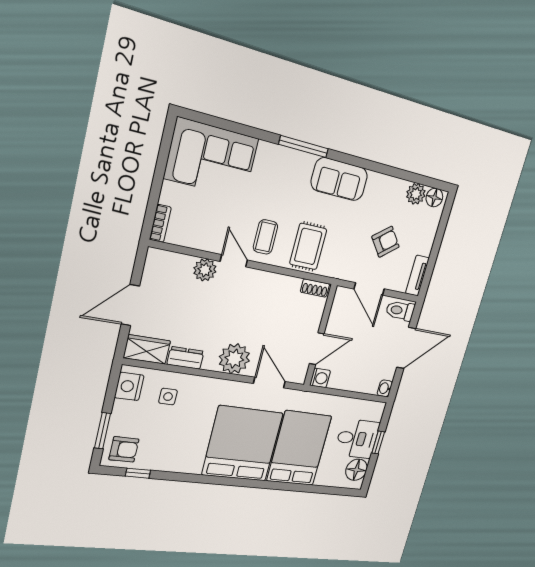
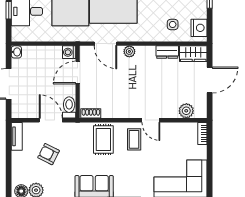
armchair: (386, 242) -> (49, 154), turned 65
plant: (205, 270) -> (186, 111), moved
toilet: (400, 311) -> (69, 107), moved, turned -90
plant: (234, 359) -> (129, 51), width x0.53, depth x0.53

